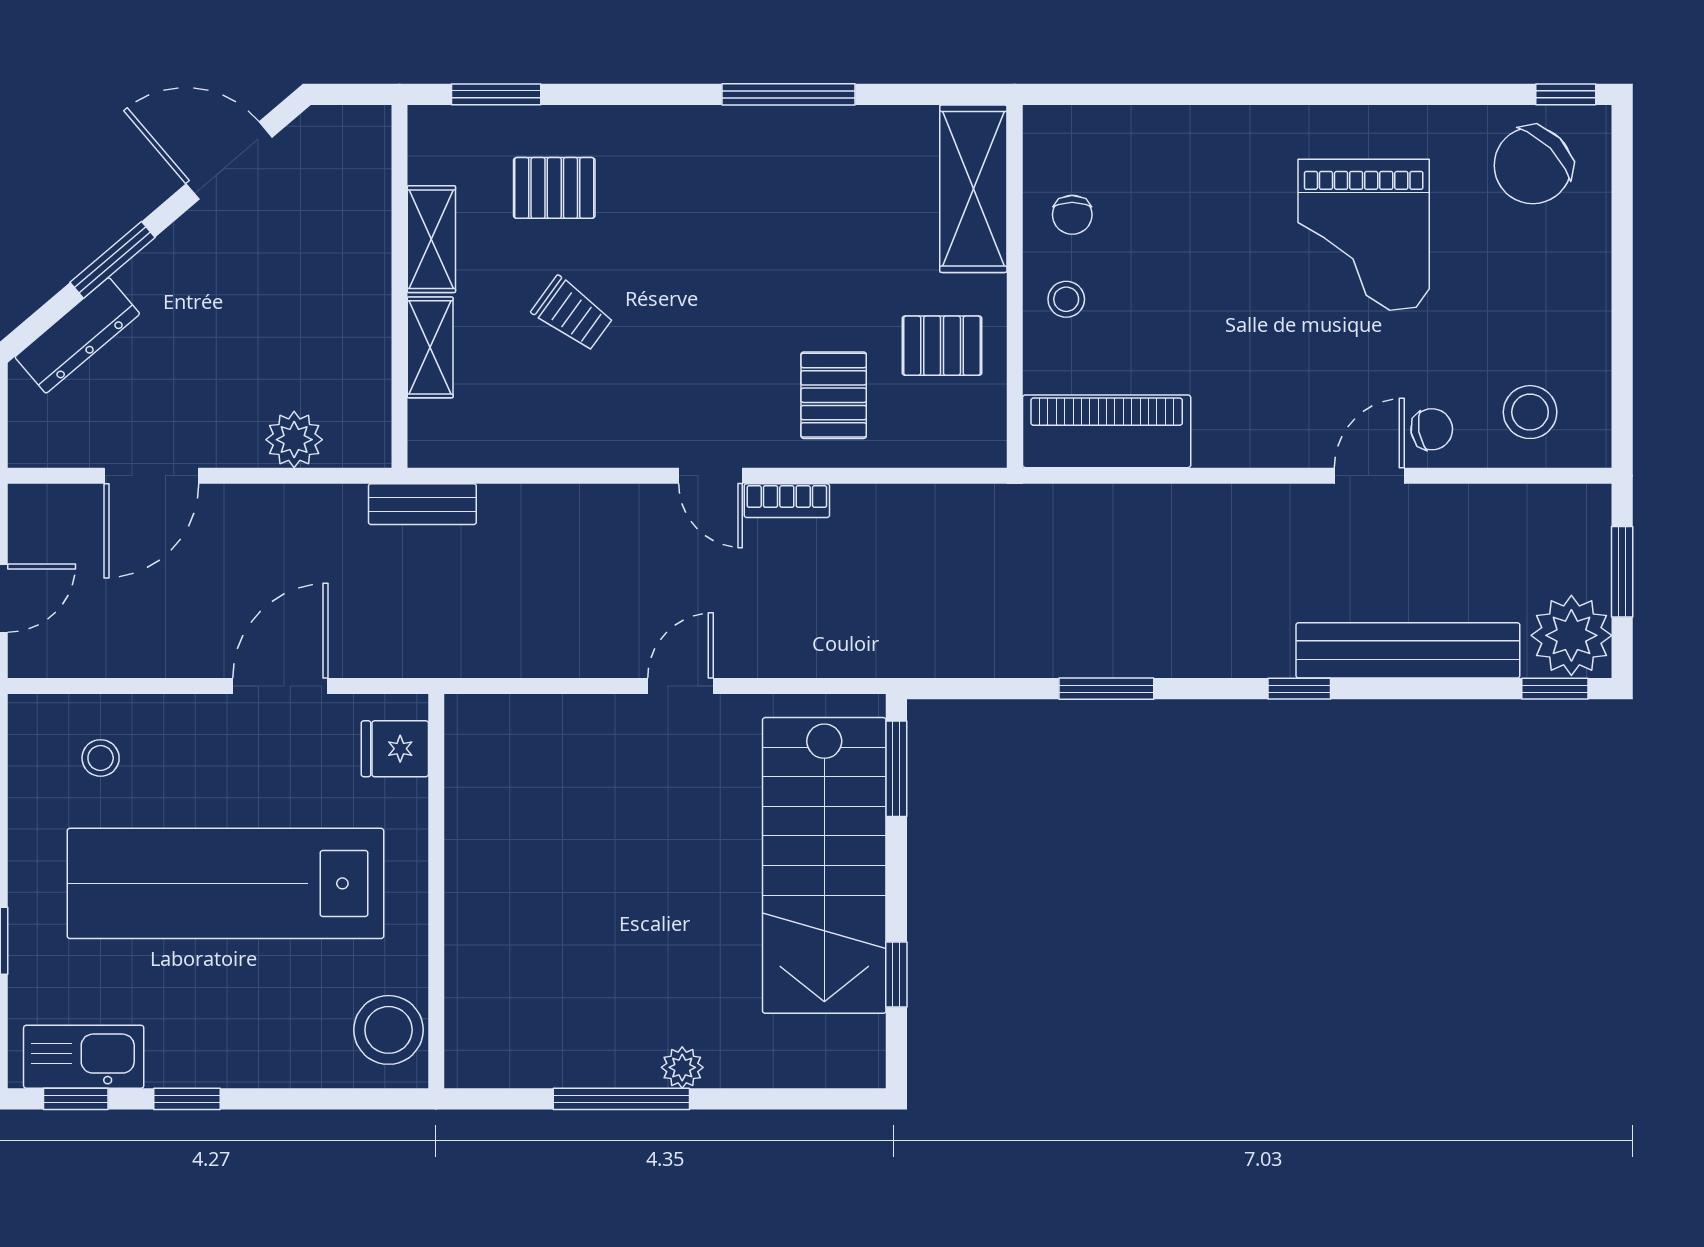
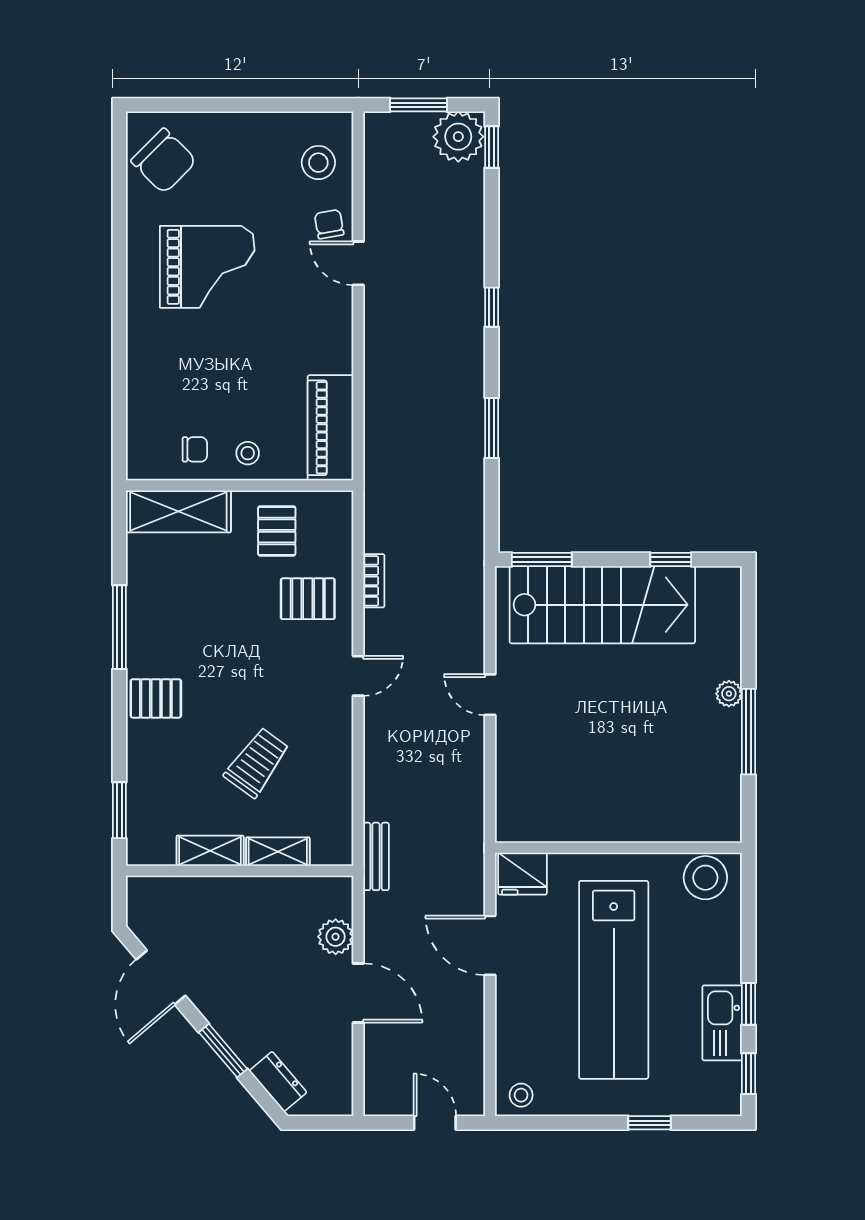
window: (1566, 94) -> (119, 140), removed
pallet: (554, 188) -> (156, 698), moved, turned 90
trolley: (572, 314) -> (257, 762), width x1.36, depth x1.39
dresser: (77, 335) -> (278, 1082), width x0.70
door: (151, 476) -> (358, 993), moved
bookcase: (787, 501) -> (374, 581), moved
bench: (1408, 650) -> (468, 239), removed
fridge: (395, 749) -> (522, 874), width x1.38
stool: (101, 758) -> (521, 1095), moved
kitchen sink: (84, 1057) -> (722, 1023), moved

